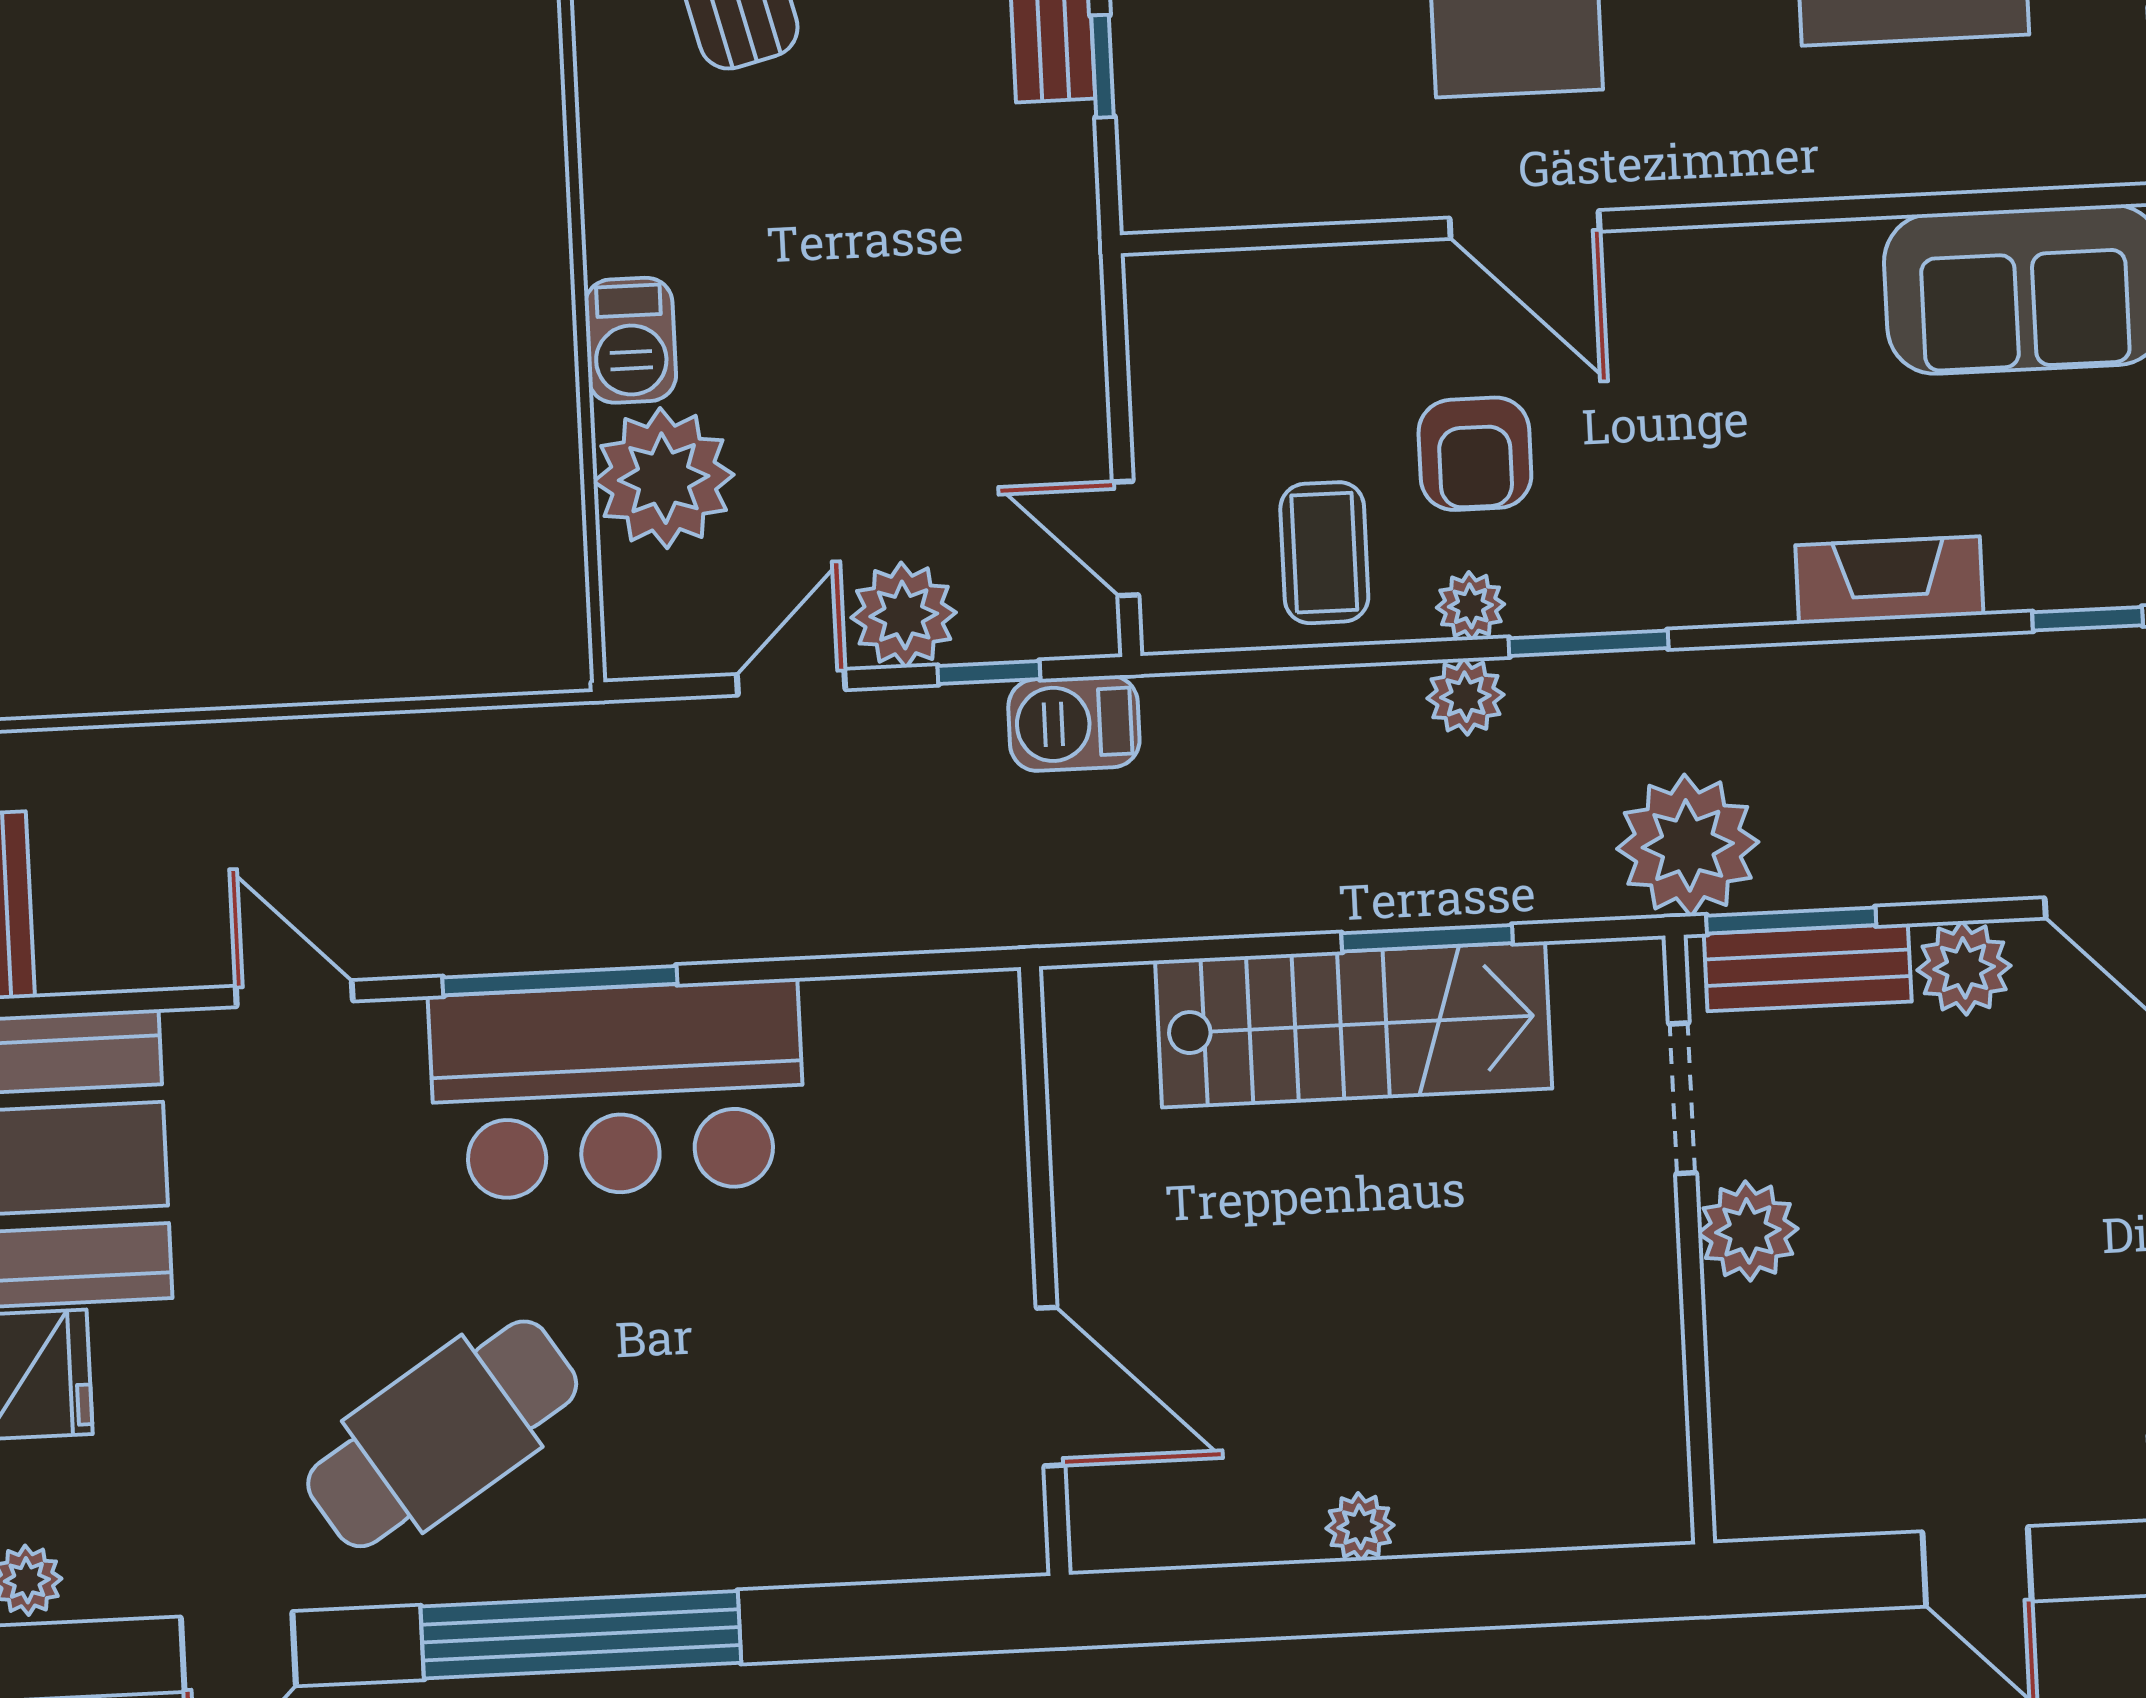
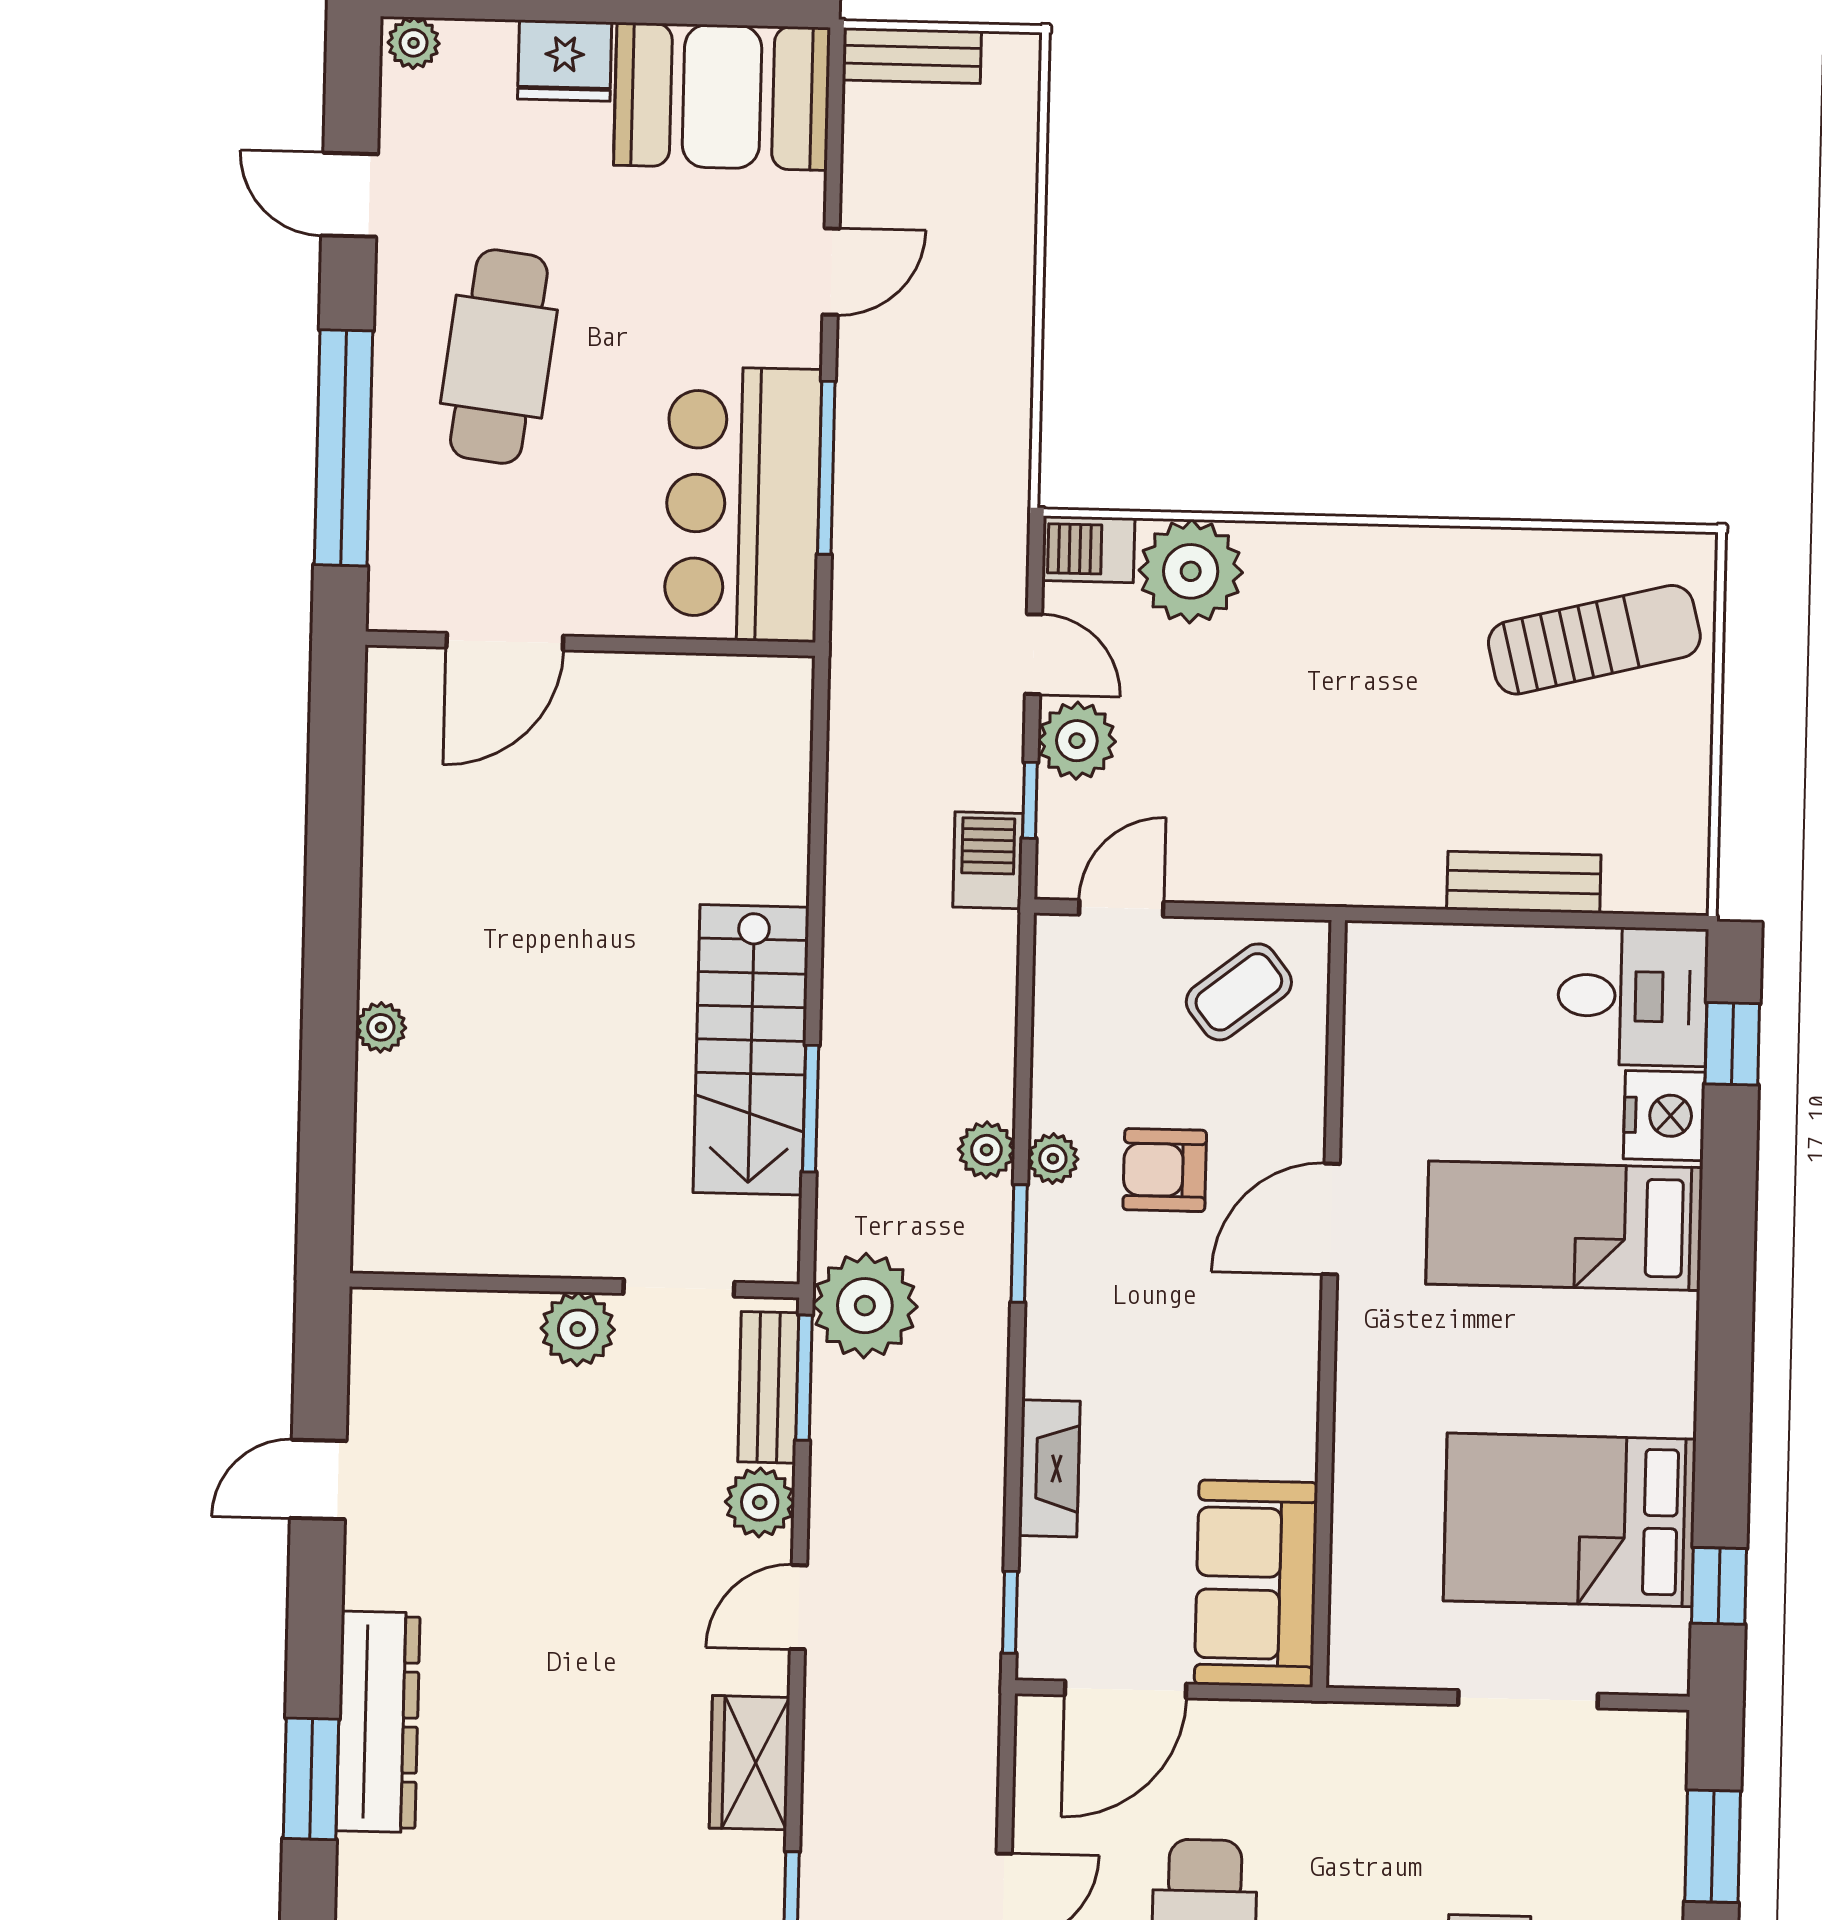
window: (1102, 66) -> (1470, 917), removed
barbecue: (630, 340) -> (1088, 549), moved
coffee table: (1324, 553) -> (1239, 992), moved, turned -38
wall: (1045, 1271) -> (590, 644), moved
door: (1050, 1387) -> (505, 642), moved
cafe table: (442, 1434) -> (499, 357), turned 40

